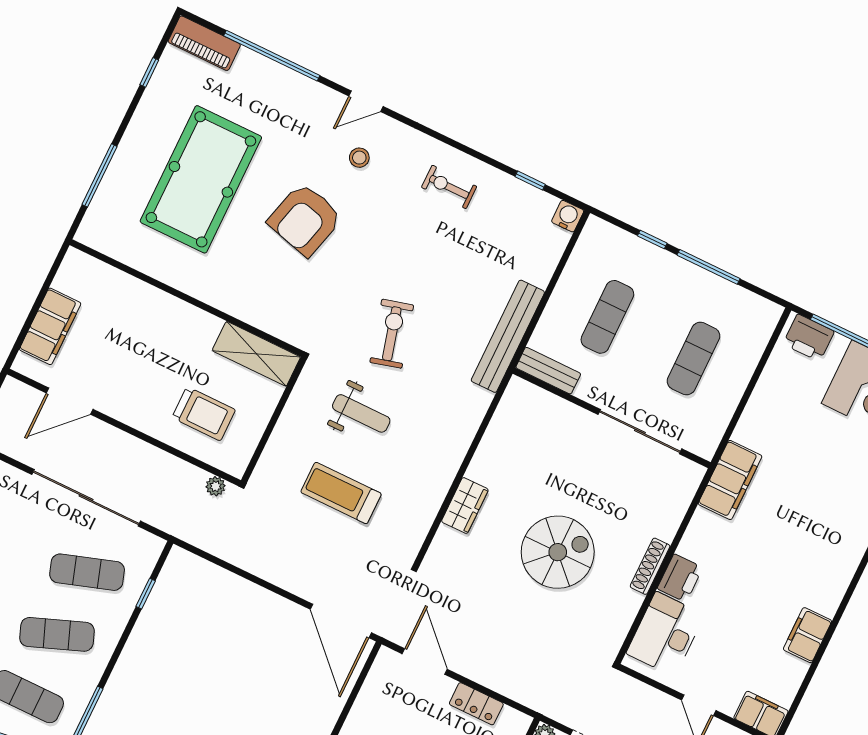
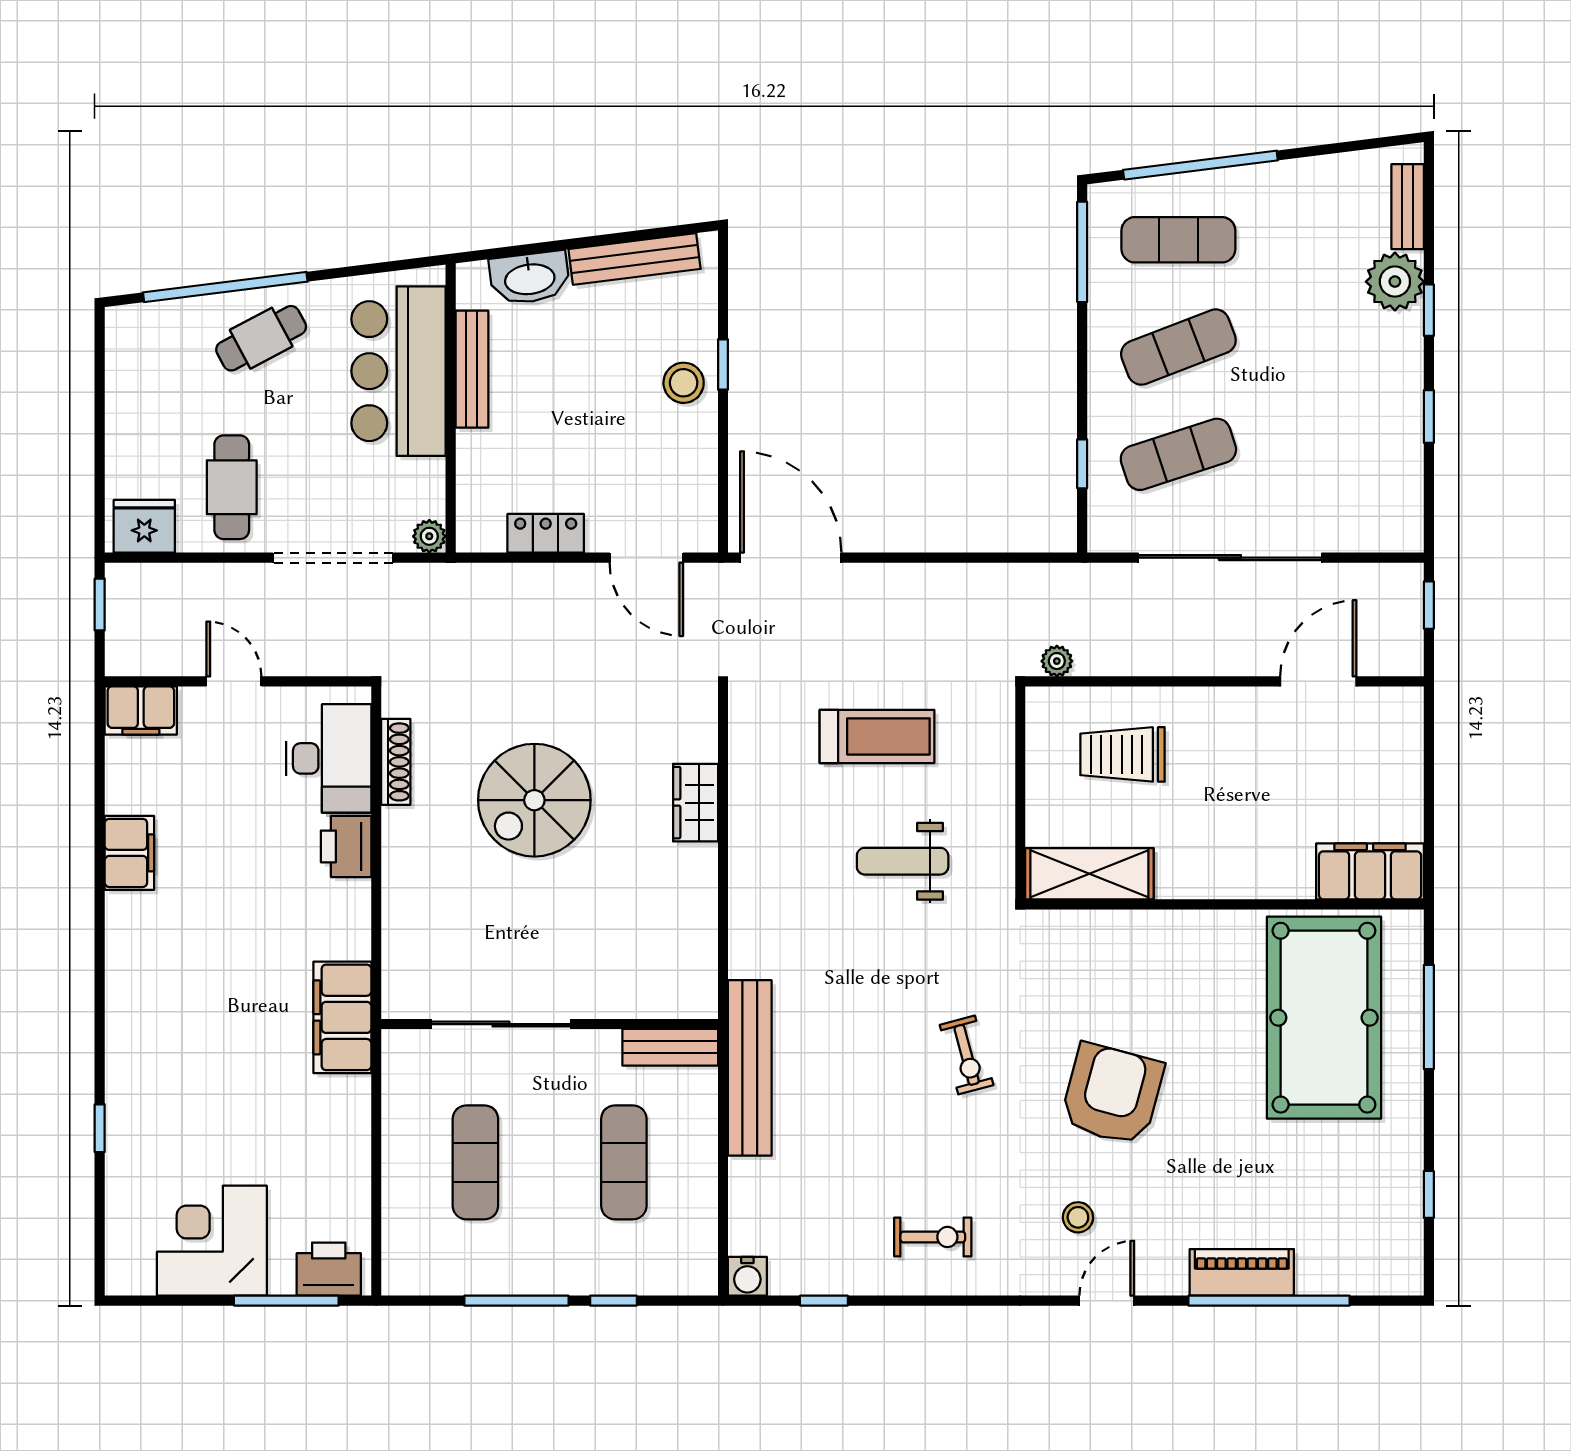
piano: (204, 43) -> (1242, 1272), moved
pool table: (201, 179) -> (1324, 1018), moved
filing cabinet: (50, 326) -> (1370, 871), moved, turned 90
exercise bike: (392, 334) -> (967, 1055), moved, width x0.73, depth x0.72
shoe rack: (650, 566) -> (396, 762), moved

